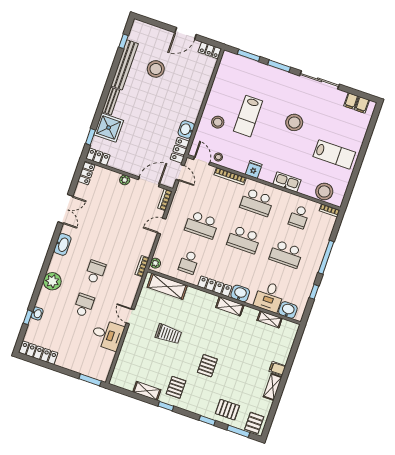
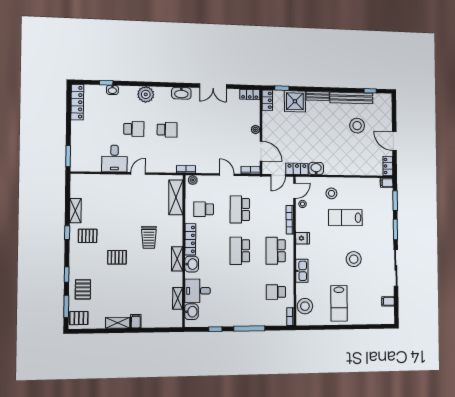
filing cabinet: (362, 105) -> (387, 183), moved
school desk: (286, 254) -> (240, 292), removed
trolley: (168, 334) -> (149, 237), moved

